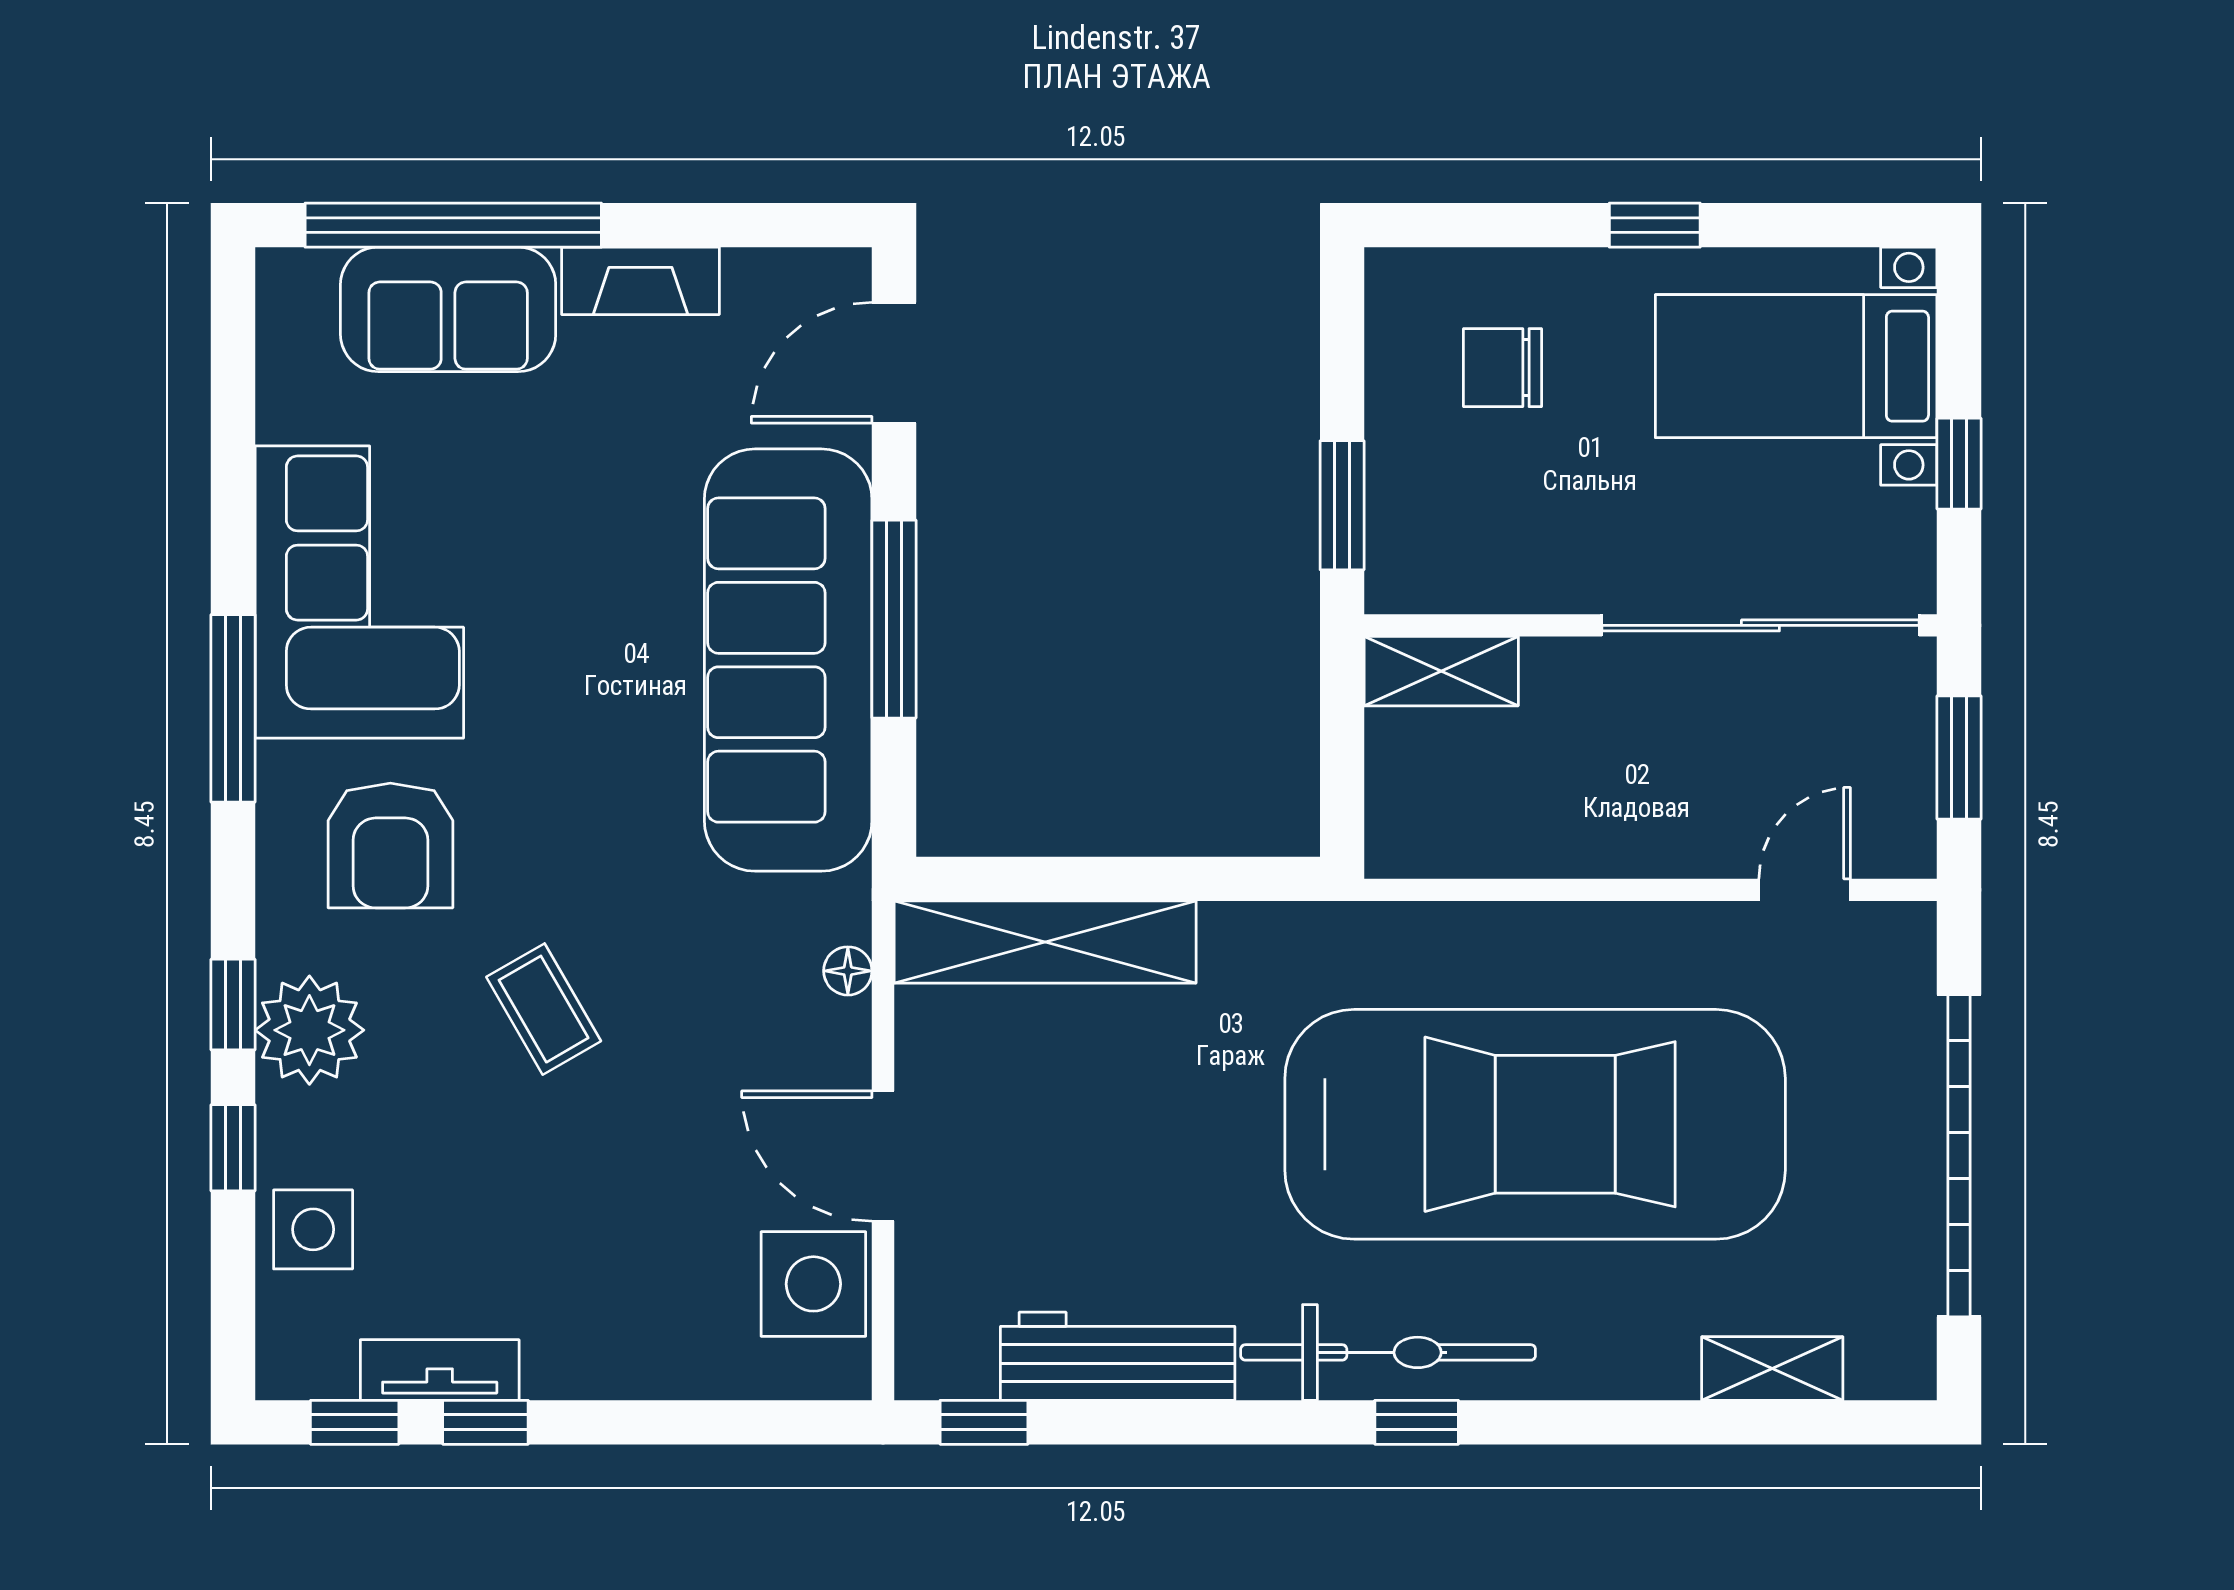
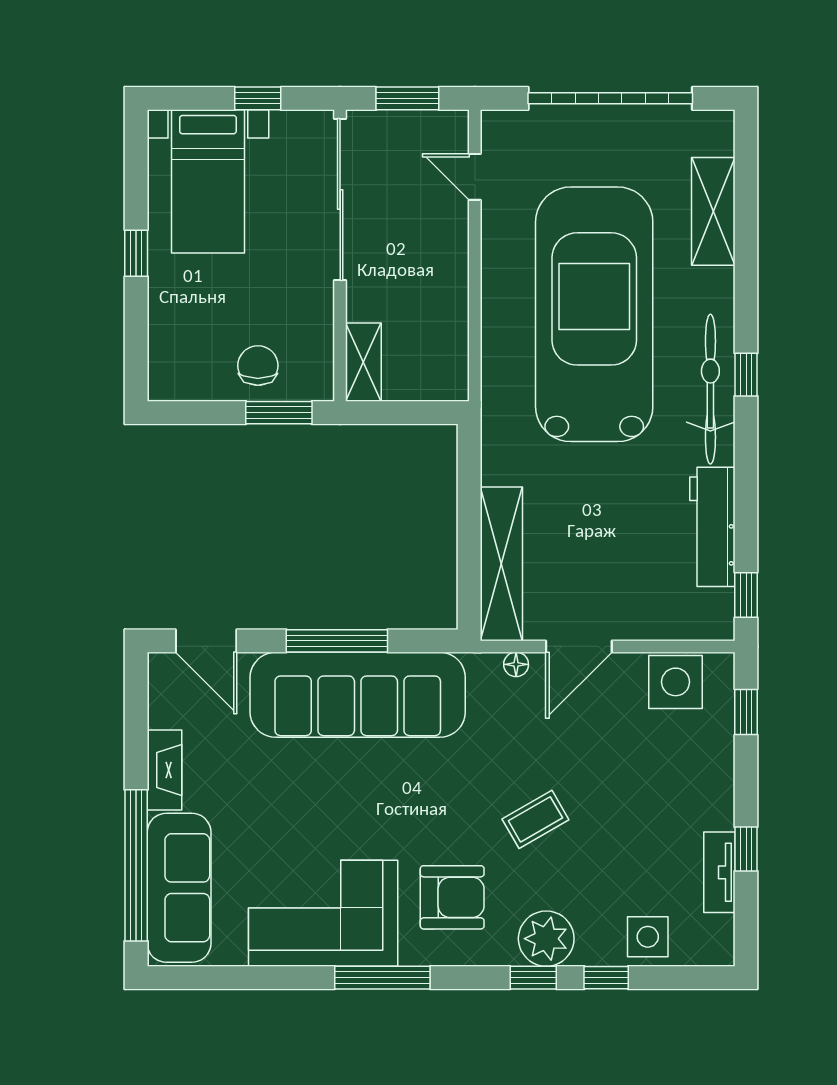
sofa: (448, 309) -> (179, 888), width x1.36
chair: (1502, 368) -> (258, 366), moved, turned 180
door: (883, 1156) -> (579, 646), moved
shelving: (1772, 1368) -> (713, 211), width x1.50, depth x1.33
window: (355, 1422) -> (746, 712), moved

